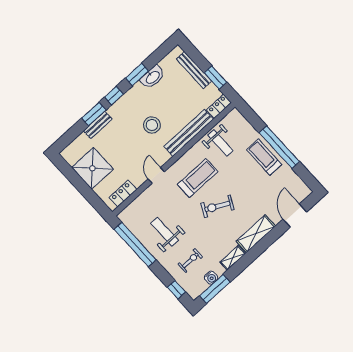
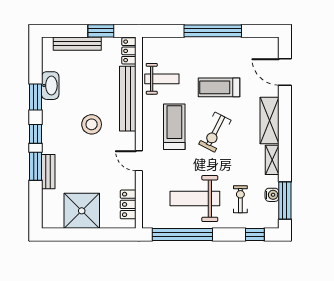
treadmill: (264, 157) -> (219, 87), moved
weight bench: (165, 232) -> (195, 199), width x1.36, depth x1.33

